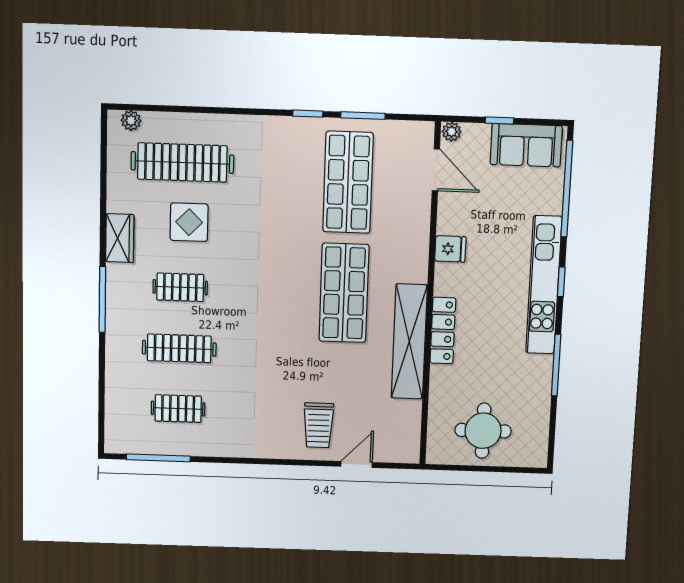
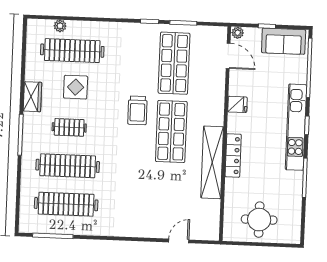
plant: (131, 121) -> (60, 26), moved
clothes rail: (179, 348) -> (68, 166), width x1.37, depth x1.31
clothes rail: (178, 409) -> (66, 204), width x1.86, depth x1.31
trolley: (318, 425) -> (137, 110), moved

